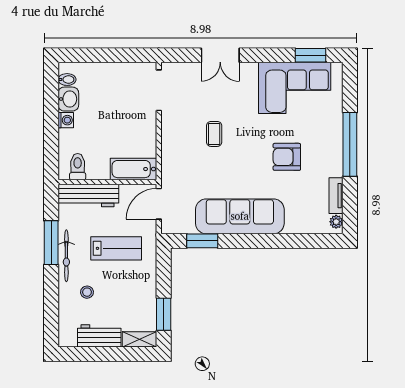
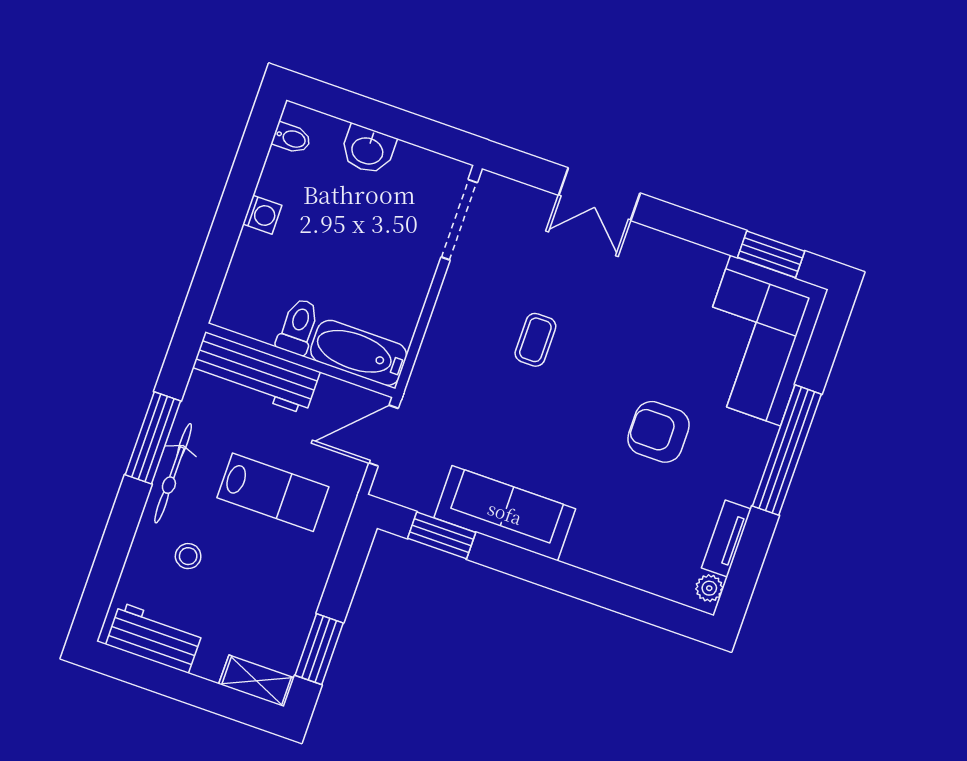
corner sofa: (295, 88) -> (756, 341), moved, turned 90
washbasin: (68, 99) -> (368, 150), moved, turned 90
toilet: (78, 167) -> (298, 327), moved
sofa: (240, 216) -> (505, 513), width x0.74, depth x0.79
workbench: (99, 336) -> (154, 638), moved

